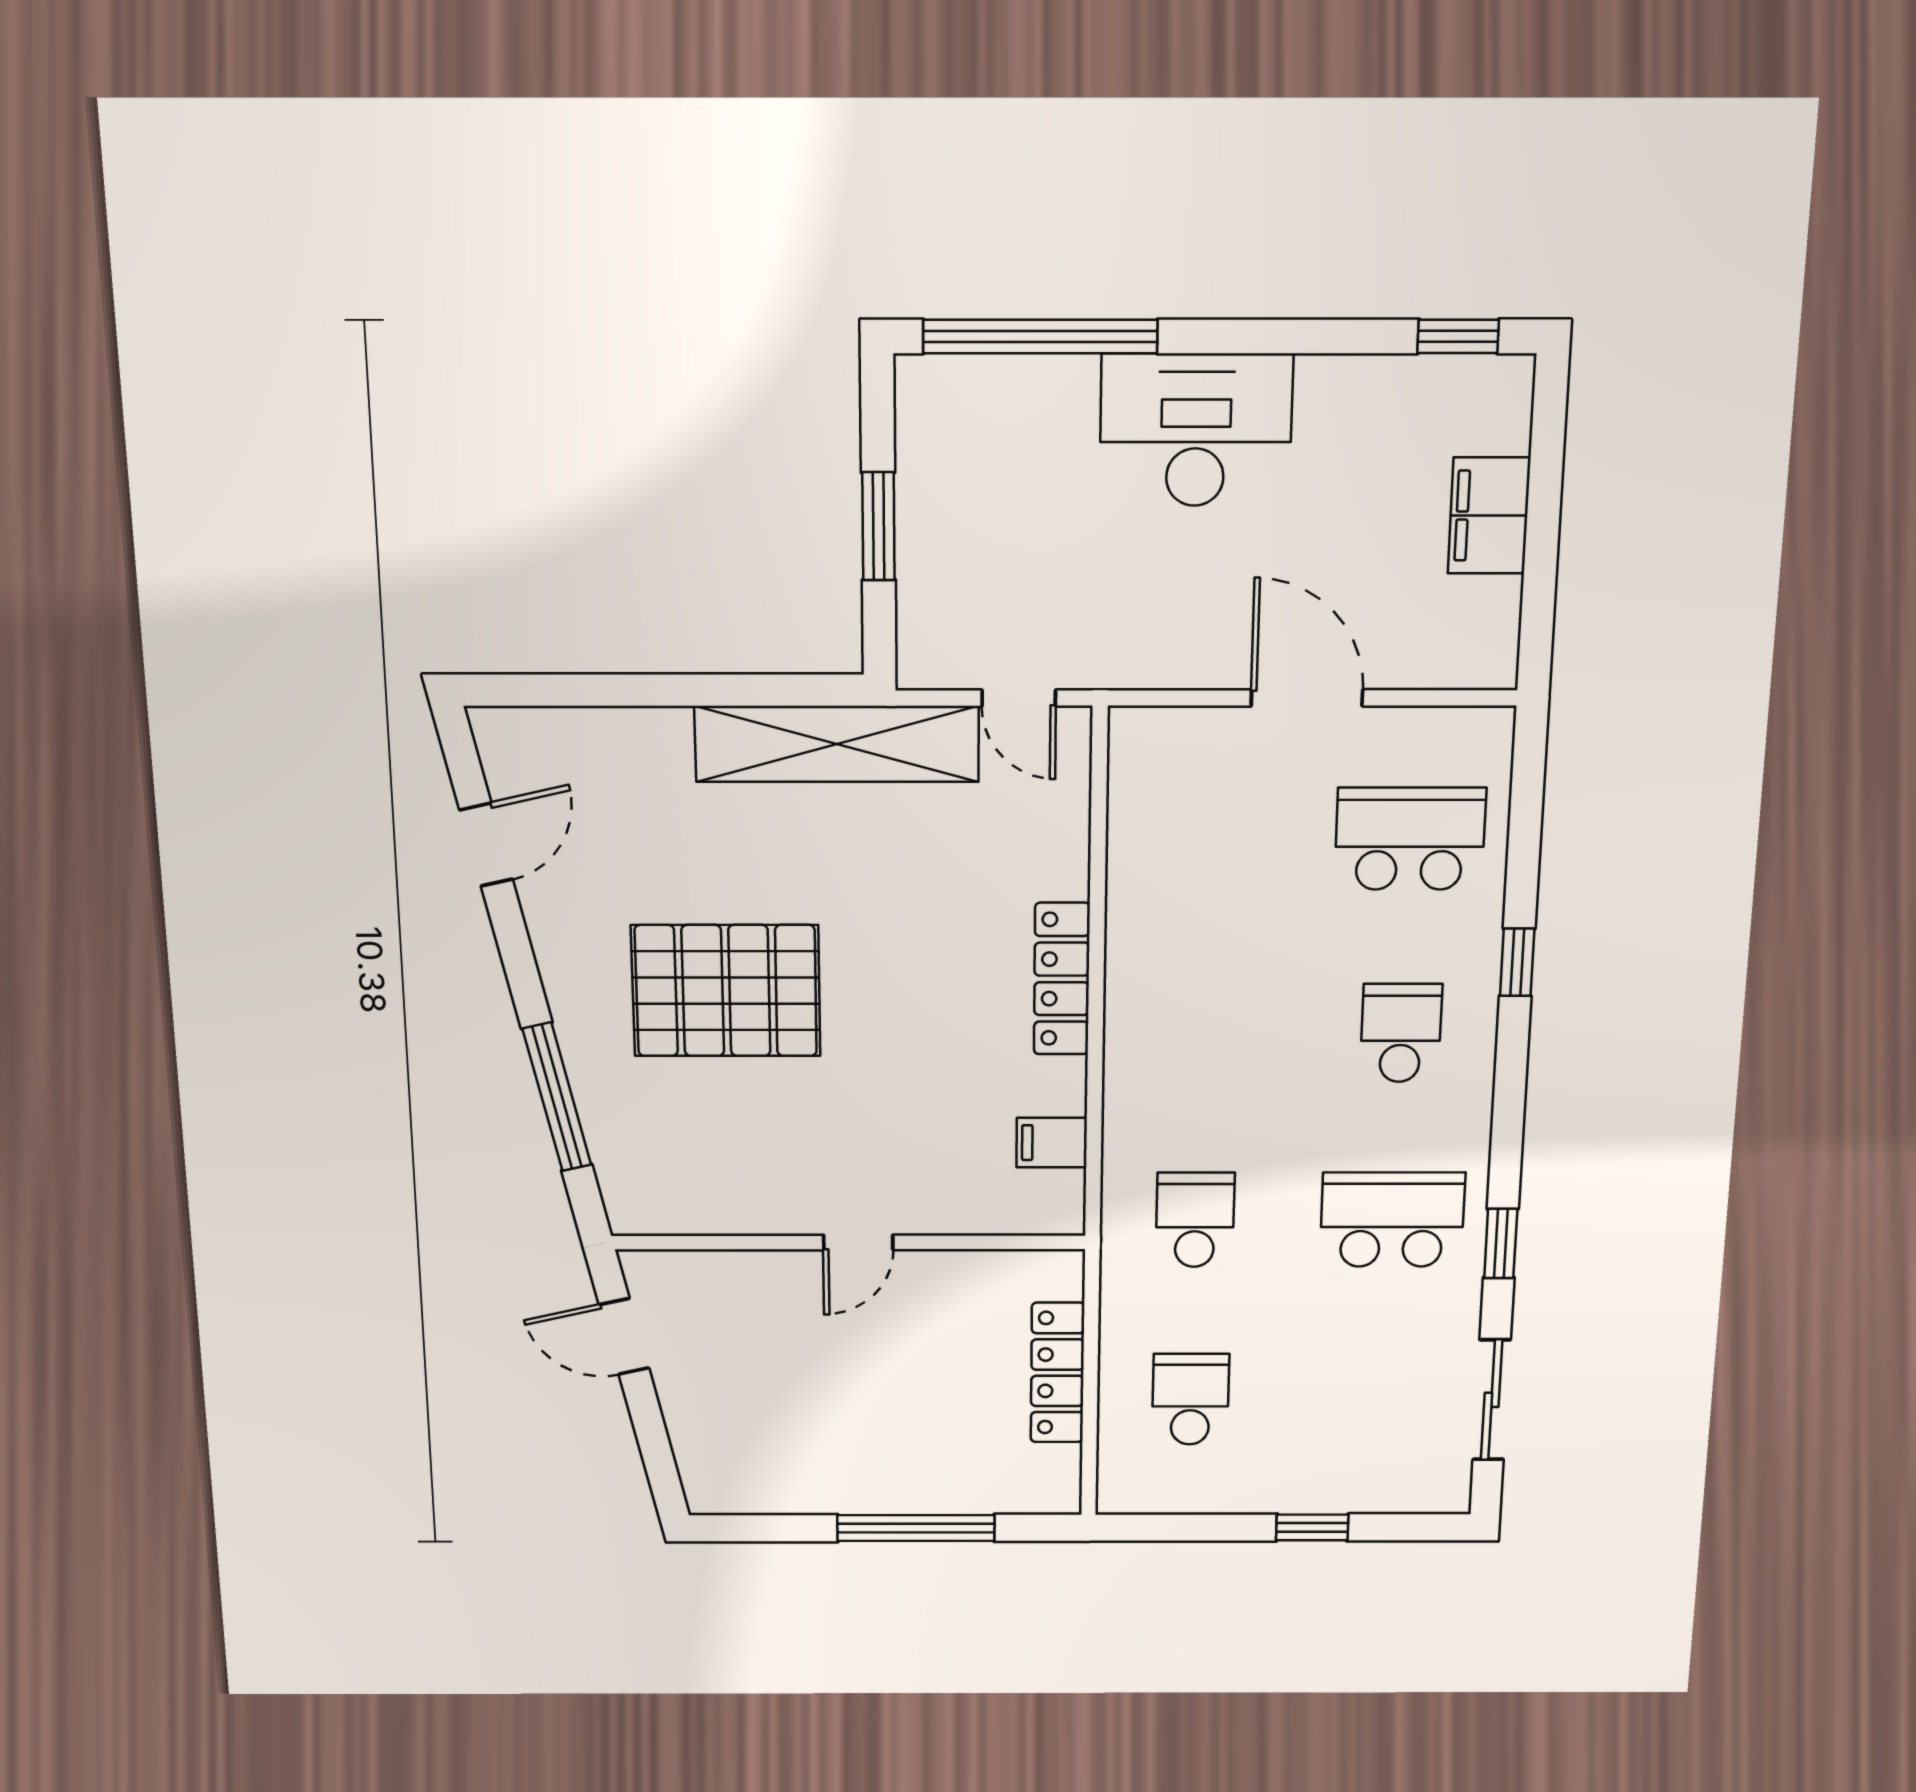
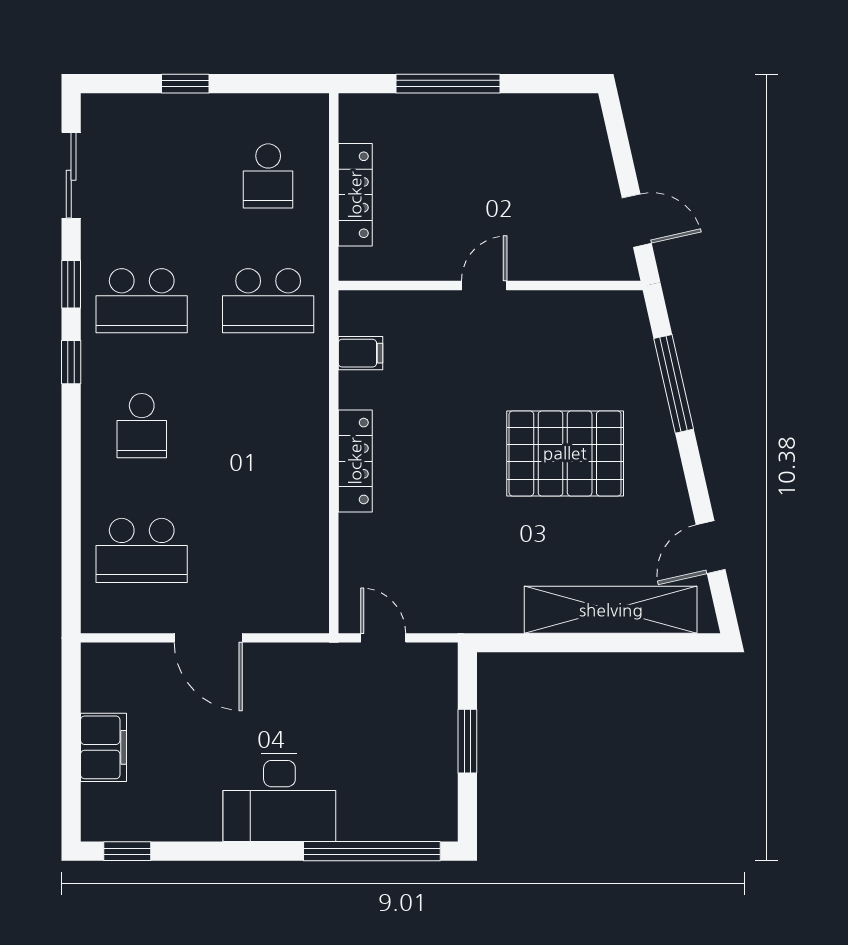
shelving: (837, 744) -> (611, 610), moved
window: (1517, 962) -> (71, 362), moved
school desk: (1195, 1220) -> (268, 301), width x1.85

